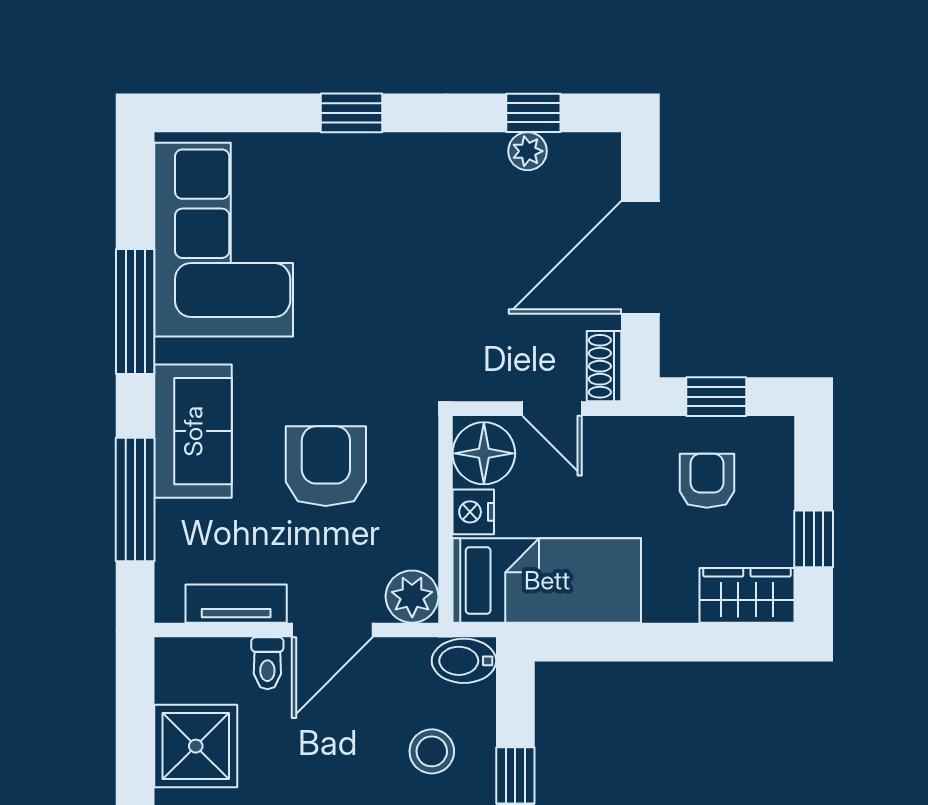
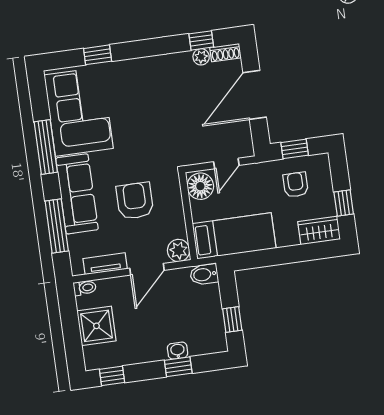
window: (351, 113) -> (98, 55), moved
shoe rack: (604, 366) -> (225, 53), moved, turned -90
door: (552, 409) -> (226, 163), hinge flipped
sofa: (193, 431) -> (77, 194), width x1.36
nightstand: (473, 512) -> (199, 211), removed
toilet: (267, 663) -> (85, 288), moved, turned -90
stool: (432, 751) -> (196, 314), removed

